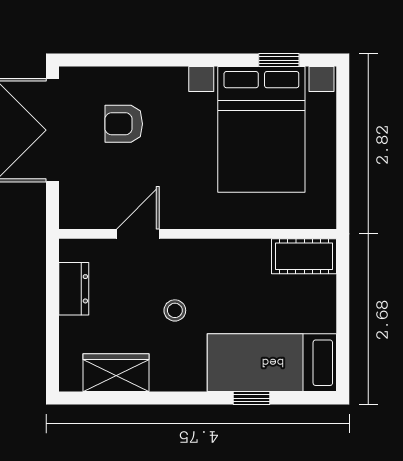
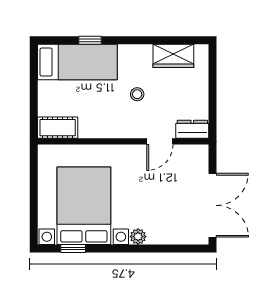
plant: (173, 79) -> (138, 237), added
armchair: (124, 124) -> (169, 209), removed
dresser: (74, 289) -> (192, 129), moved, turned 90

